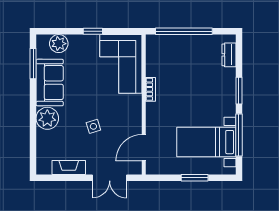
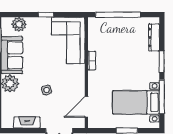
dresser: (229, 55) -> (154, 37), width x1.44

